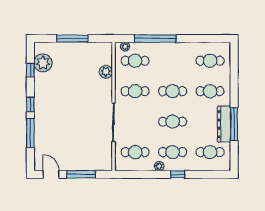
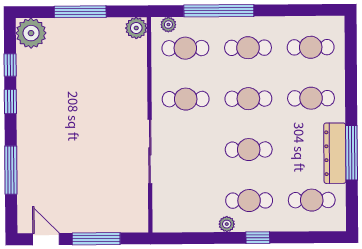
plant: (43, 63) -> (31, 33), moved
plant: (106, 72) -> (136, 28), moved
window: (30, 105) -> (10, 102), moved
cafe table: (135, 152) -> (248, 48), moved

